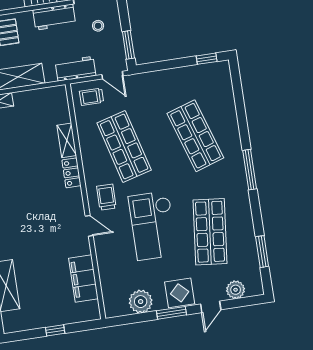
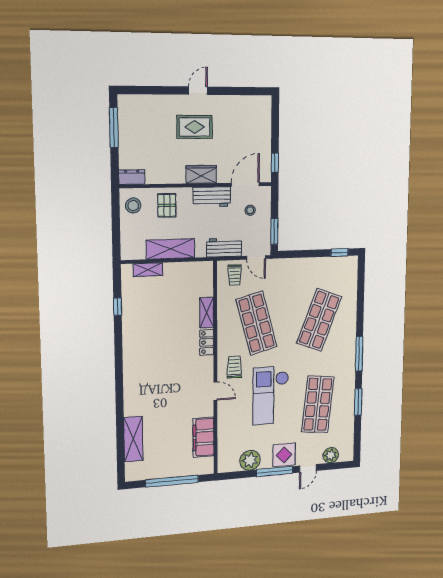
trolley: (92, 97) -> (235, 275), turned -90
shop shelf: (195, 136) -> (319, 320), turned 39
window: (262, 252) -> (358, 402), moved
window: (172, 313) -> (275, 471), width x1.44
window: (55, 330) -> (172, 481), width x3.17

